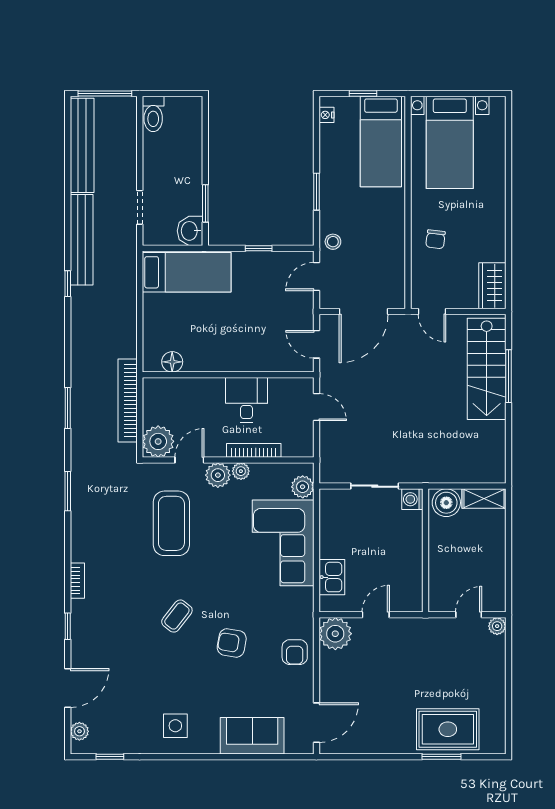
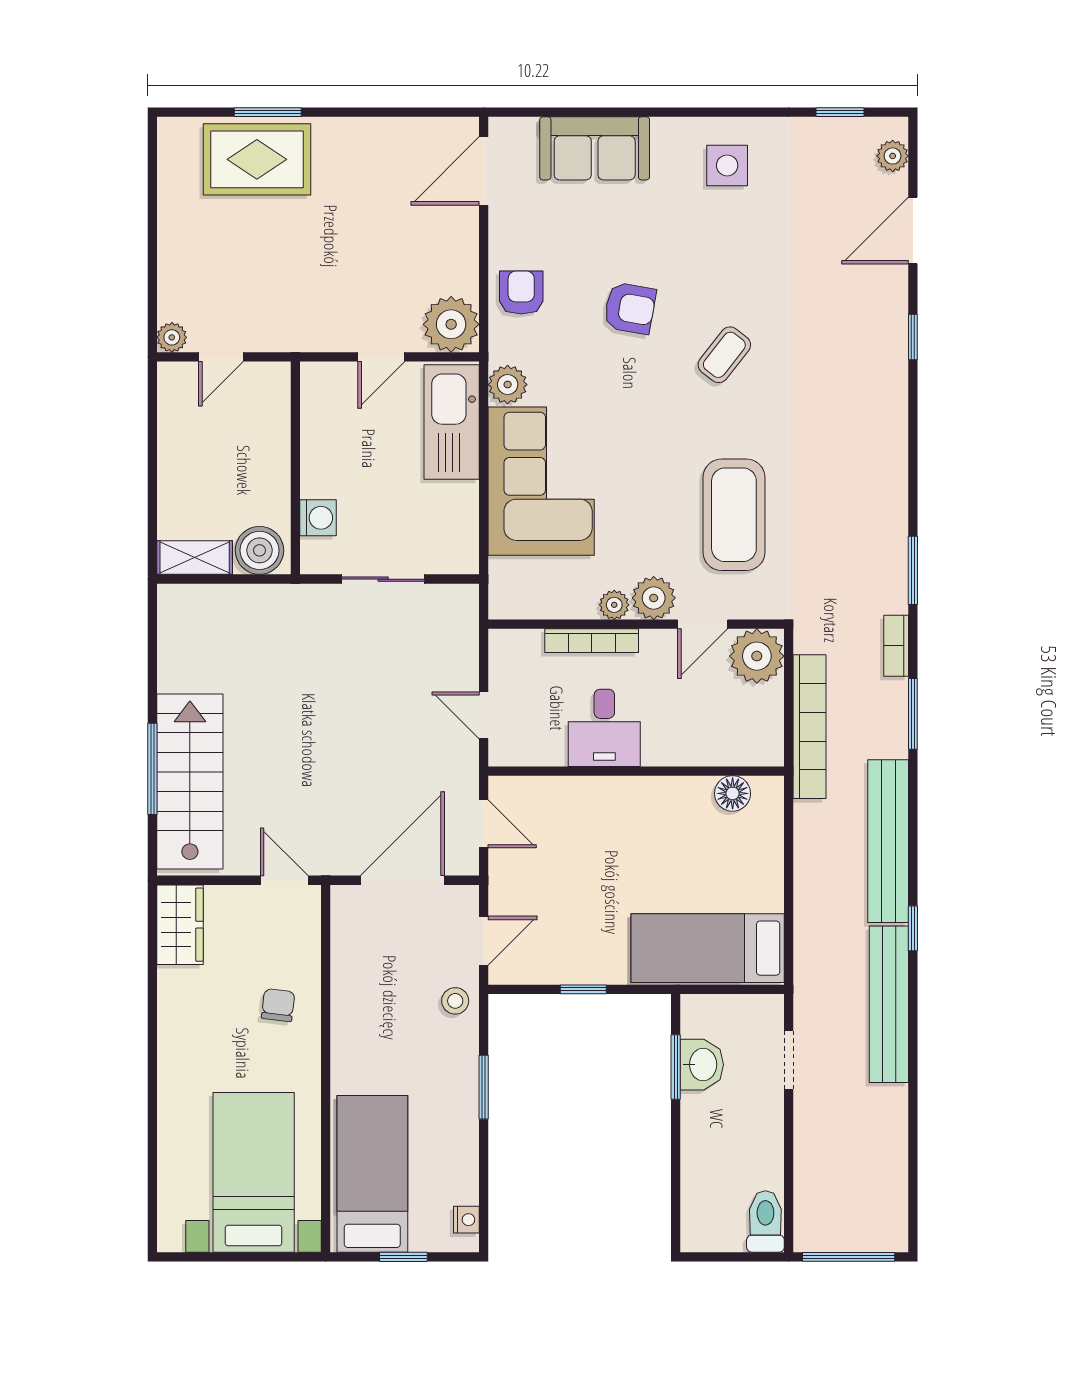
bench: (82, 145) -> (888, 841), moved
washbasin: (190, 231) -> (702, 1065), moved
plant: (303, 487) -> (508, 385), moved
washing machine: (412, 499) -> (318, 518), moved
kitchen sink: (332, 577) -> (452, 422), width x1.88, depth x1.24
bookcase: (77, 581) -> (896, 646), moved

